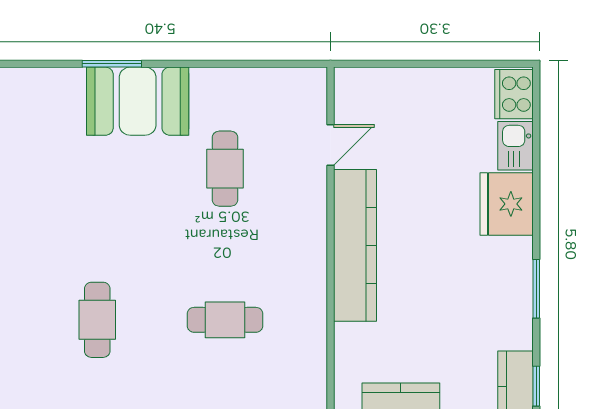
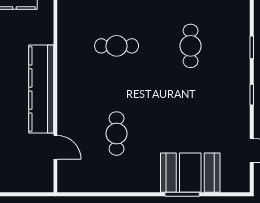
booth: (138, 101) -> (190, 173), moved
door: (331, 145) -> (55, 147), swing flipped

